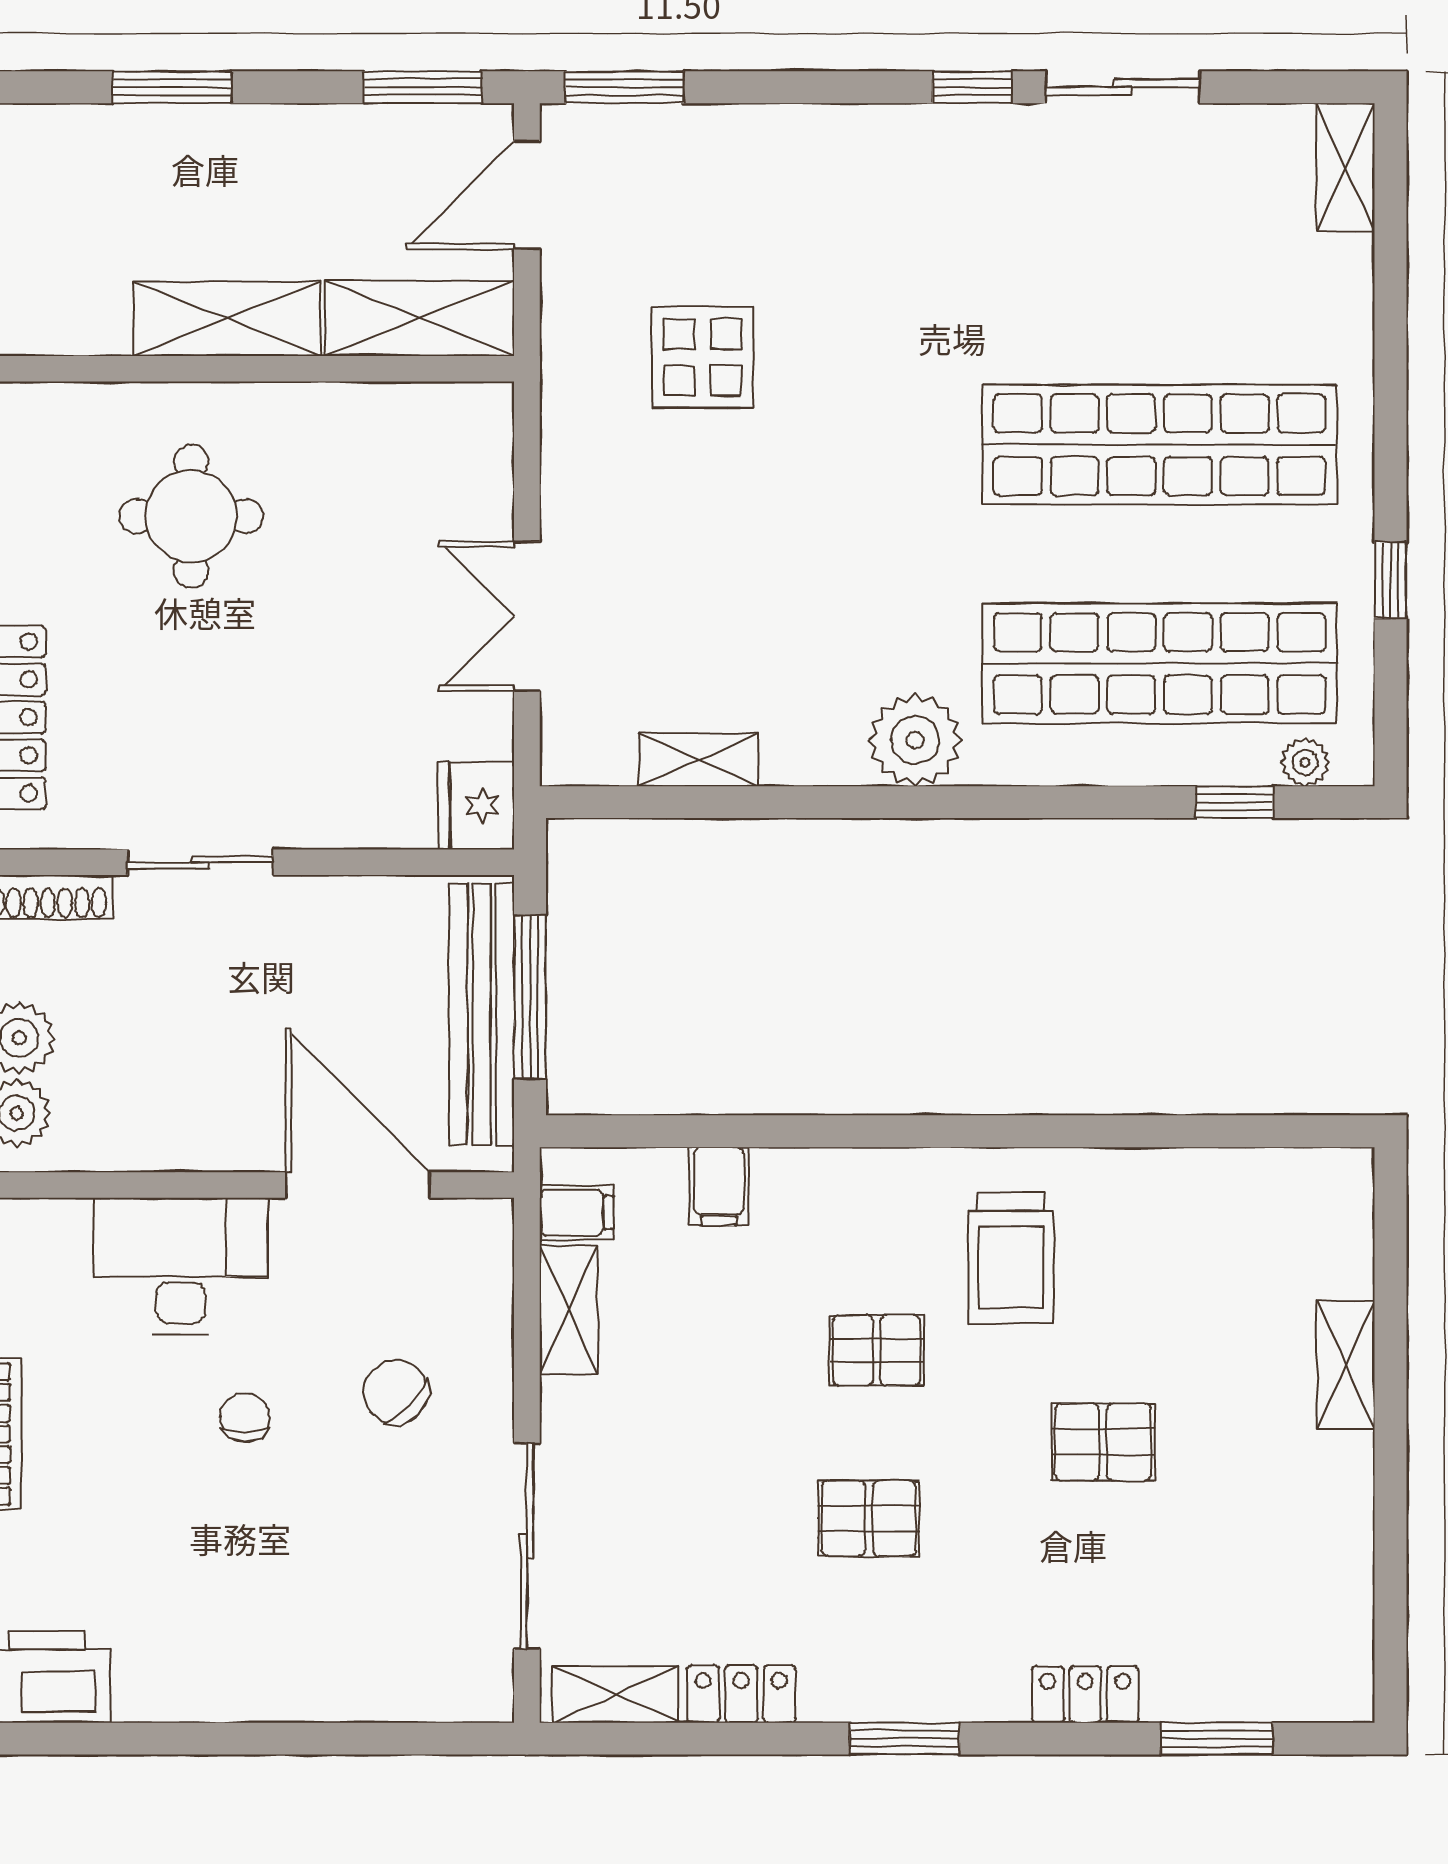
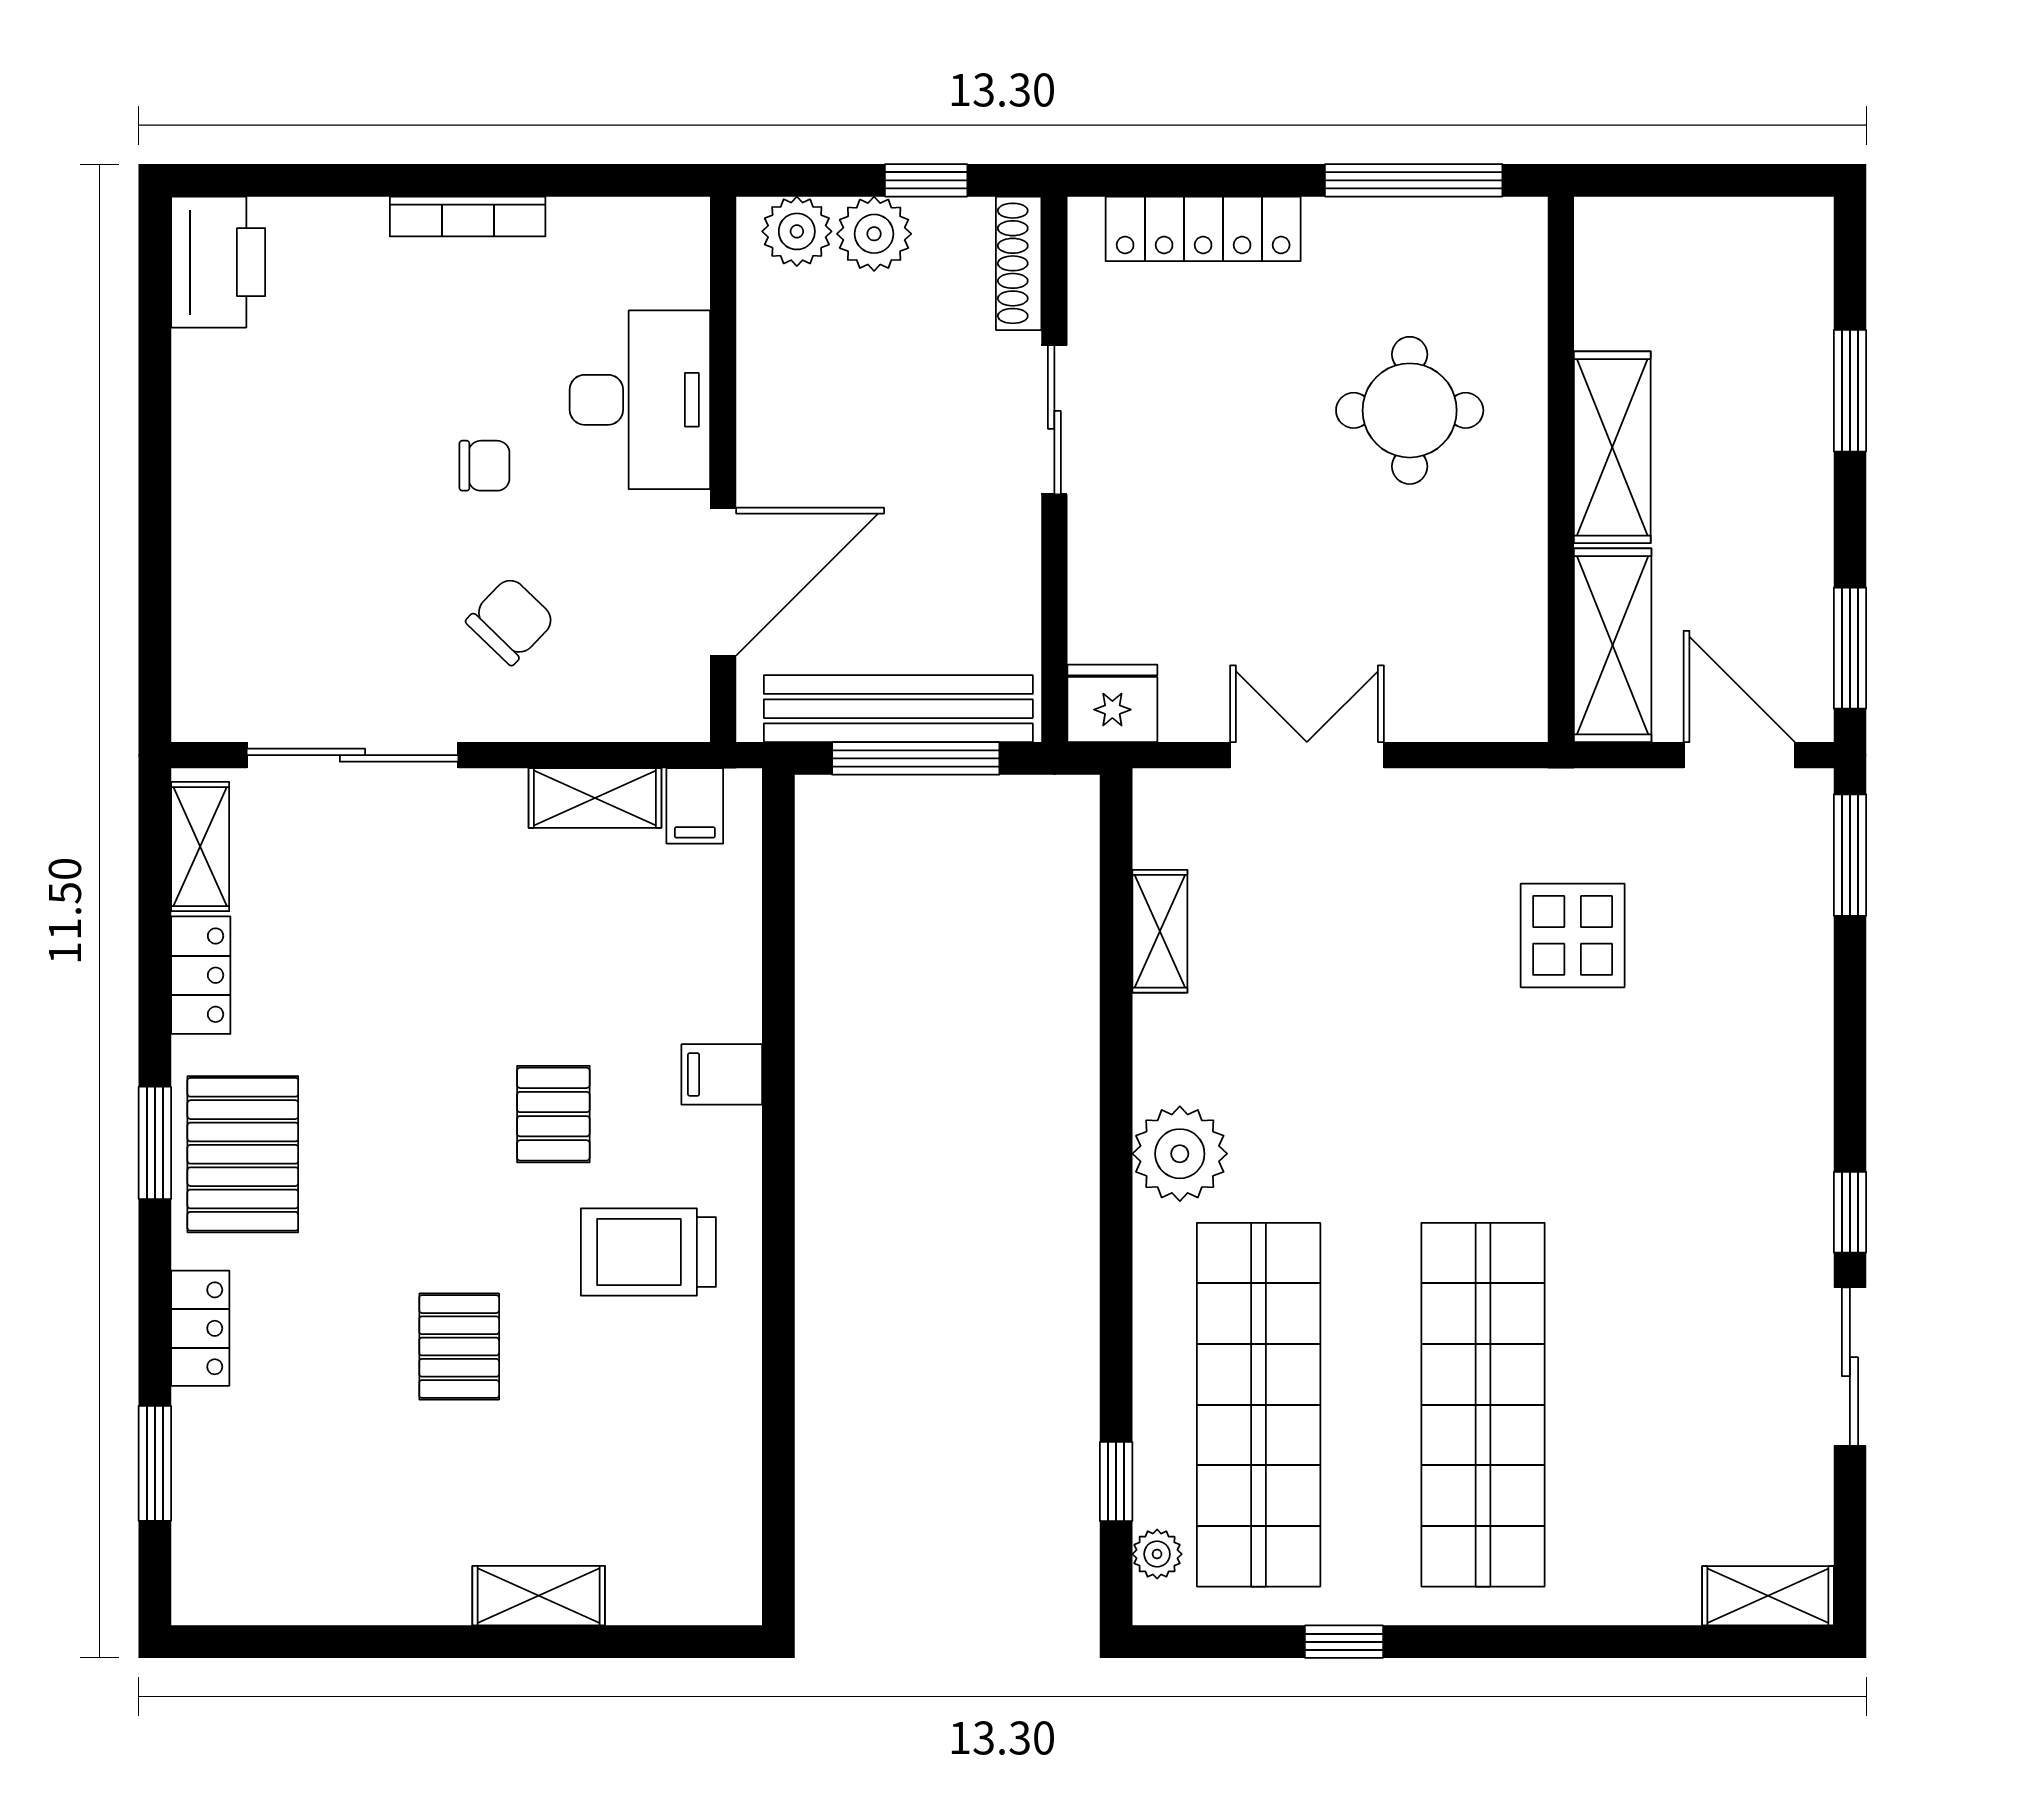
filing cabinet: (719, 1186) -> (722, 1074), moved
pallet: (869, 1518) -> (243, 1154), moved, width x1.50, depth x1.42

